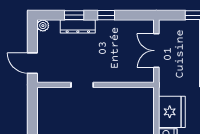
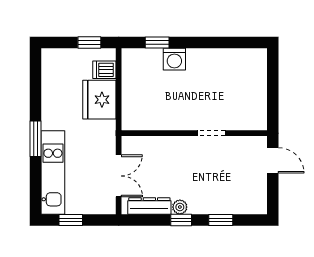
plant: (43, 26) -> (180, 207), moved
dresser: (78, 26) -> (149, 206), moved

